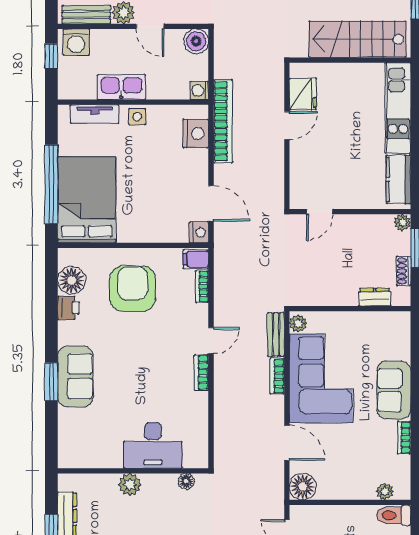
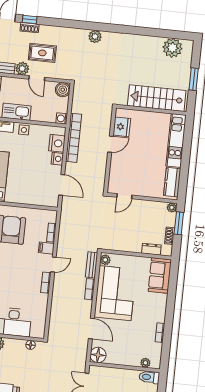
nightstand: (199, 232) -> (57, 159), moved
filing cabinet: (196, 259) -> (46, 248), moved
sofa: (394, 390) -> (160, 275), moved

